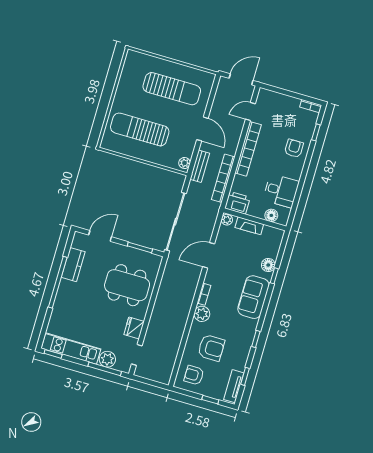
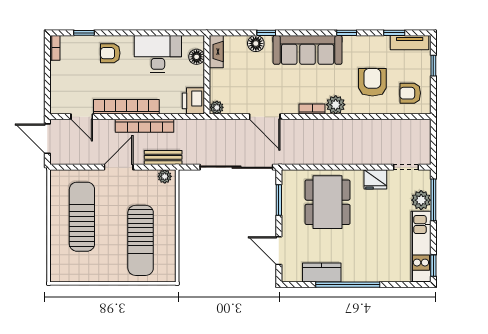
bookcase: (223, 178) -> (145, 126), moved
desk: (281, 191) -> (158, 54), width x1.37
fireplace: (249, 226) -> (216, 52), moved
sofa: (253, 297) -> (308, 50), width x1.36
armchair: (194, 375) -> (410, 93), turned 90

